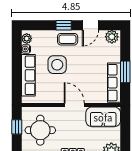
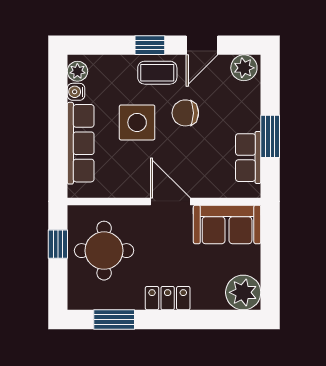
chair: (82, 60) -> (185, 113), added
row of seats: (114, 83) -> (248, 158), width x0.68

